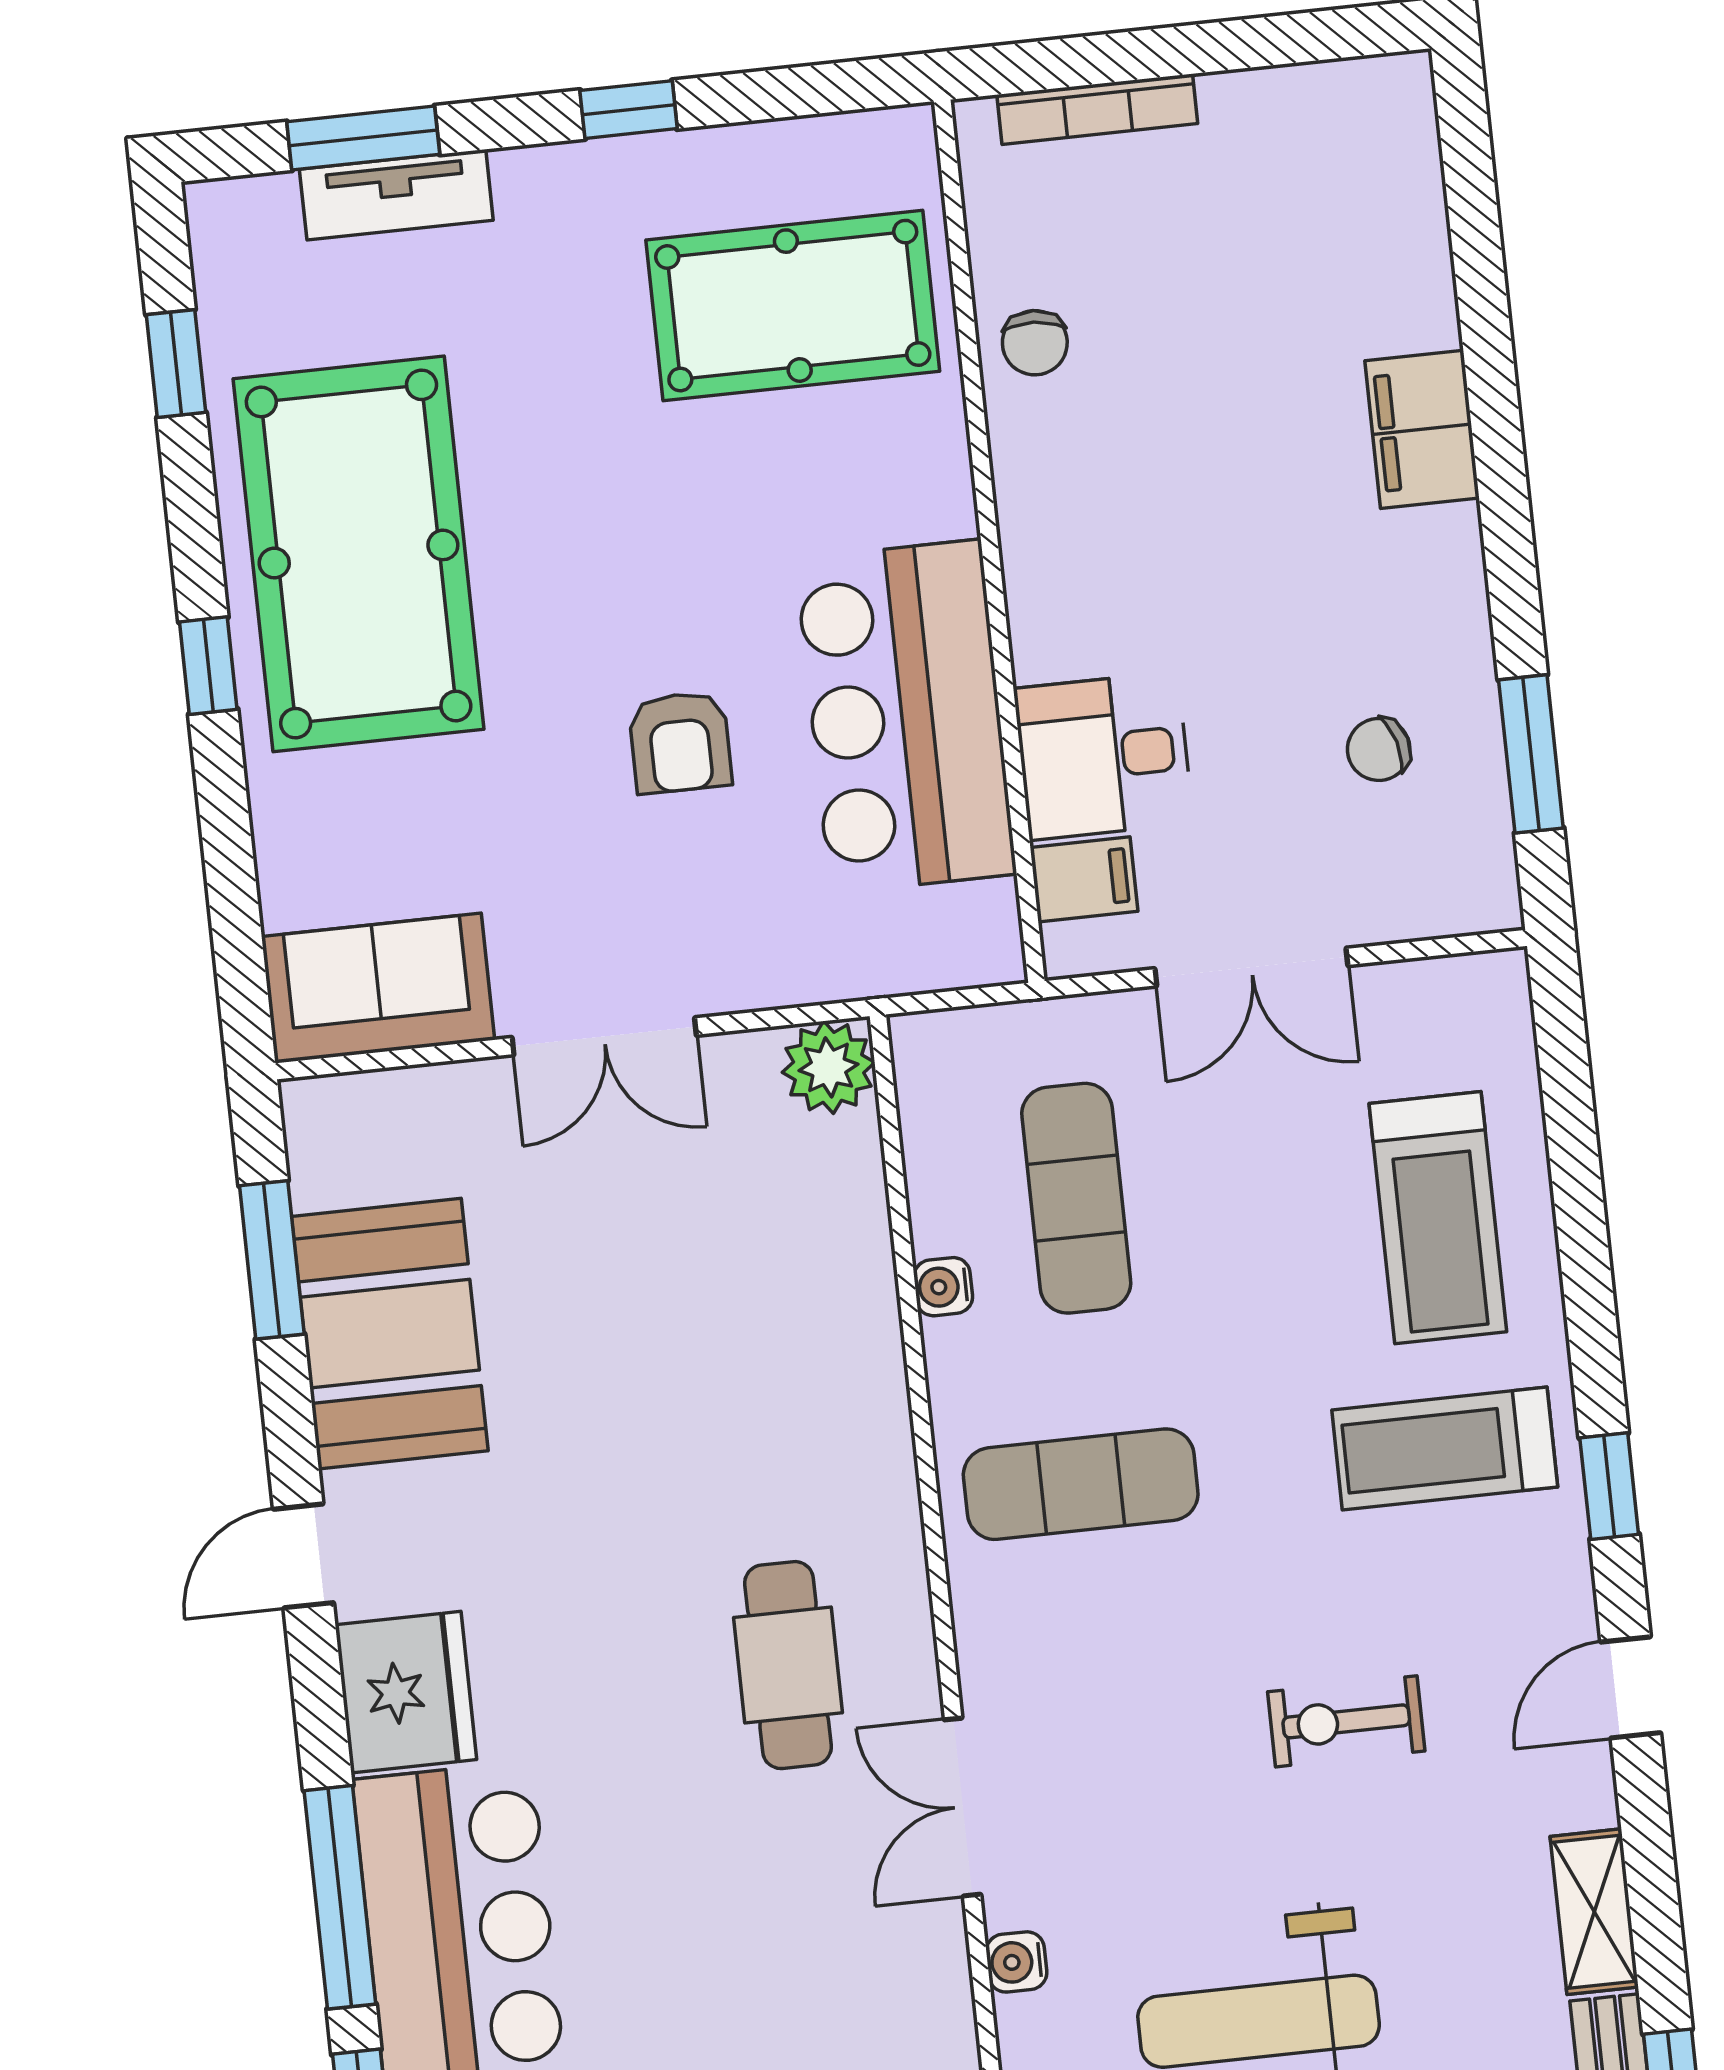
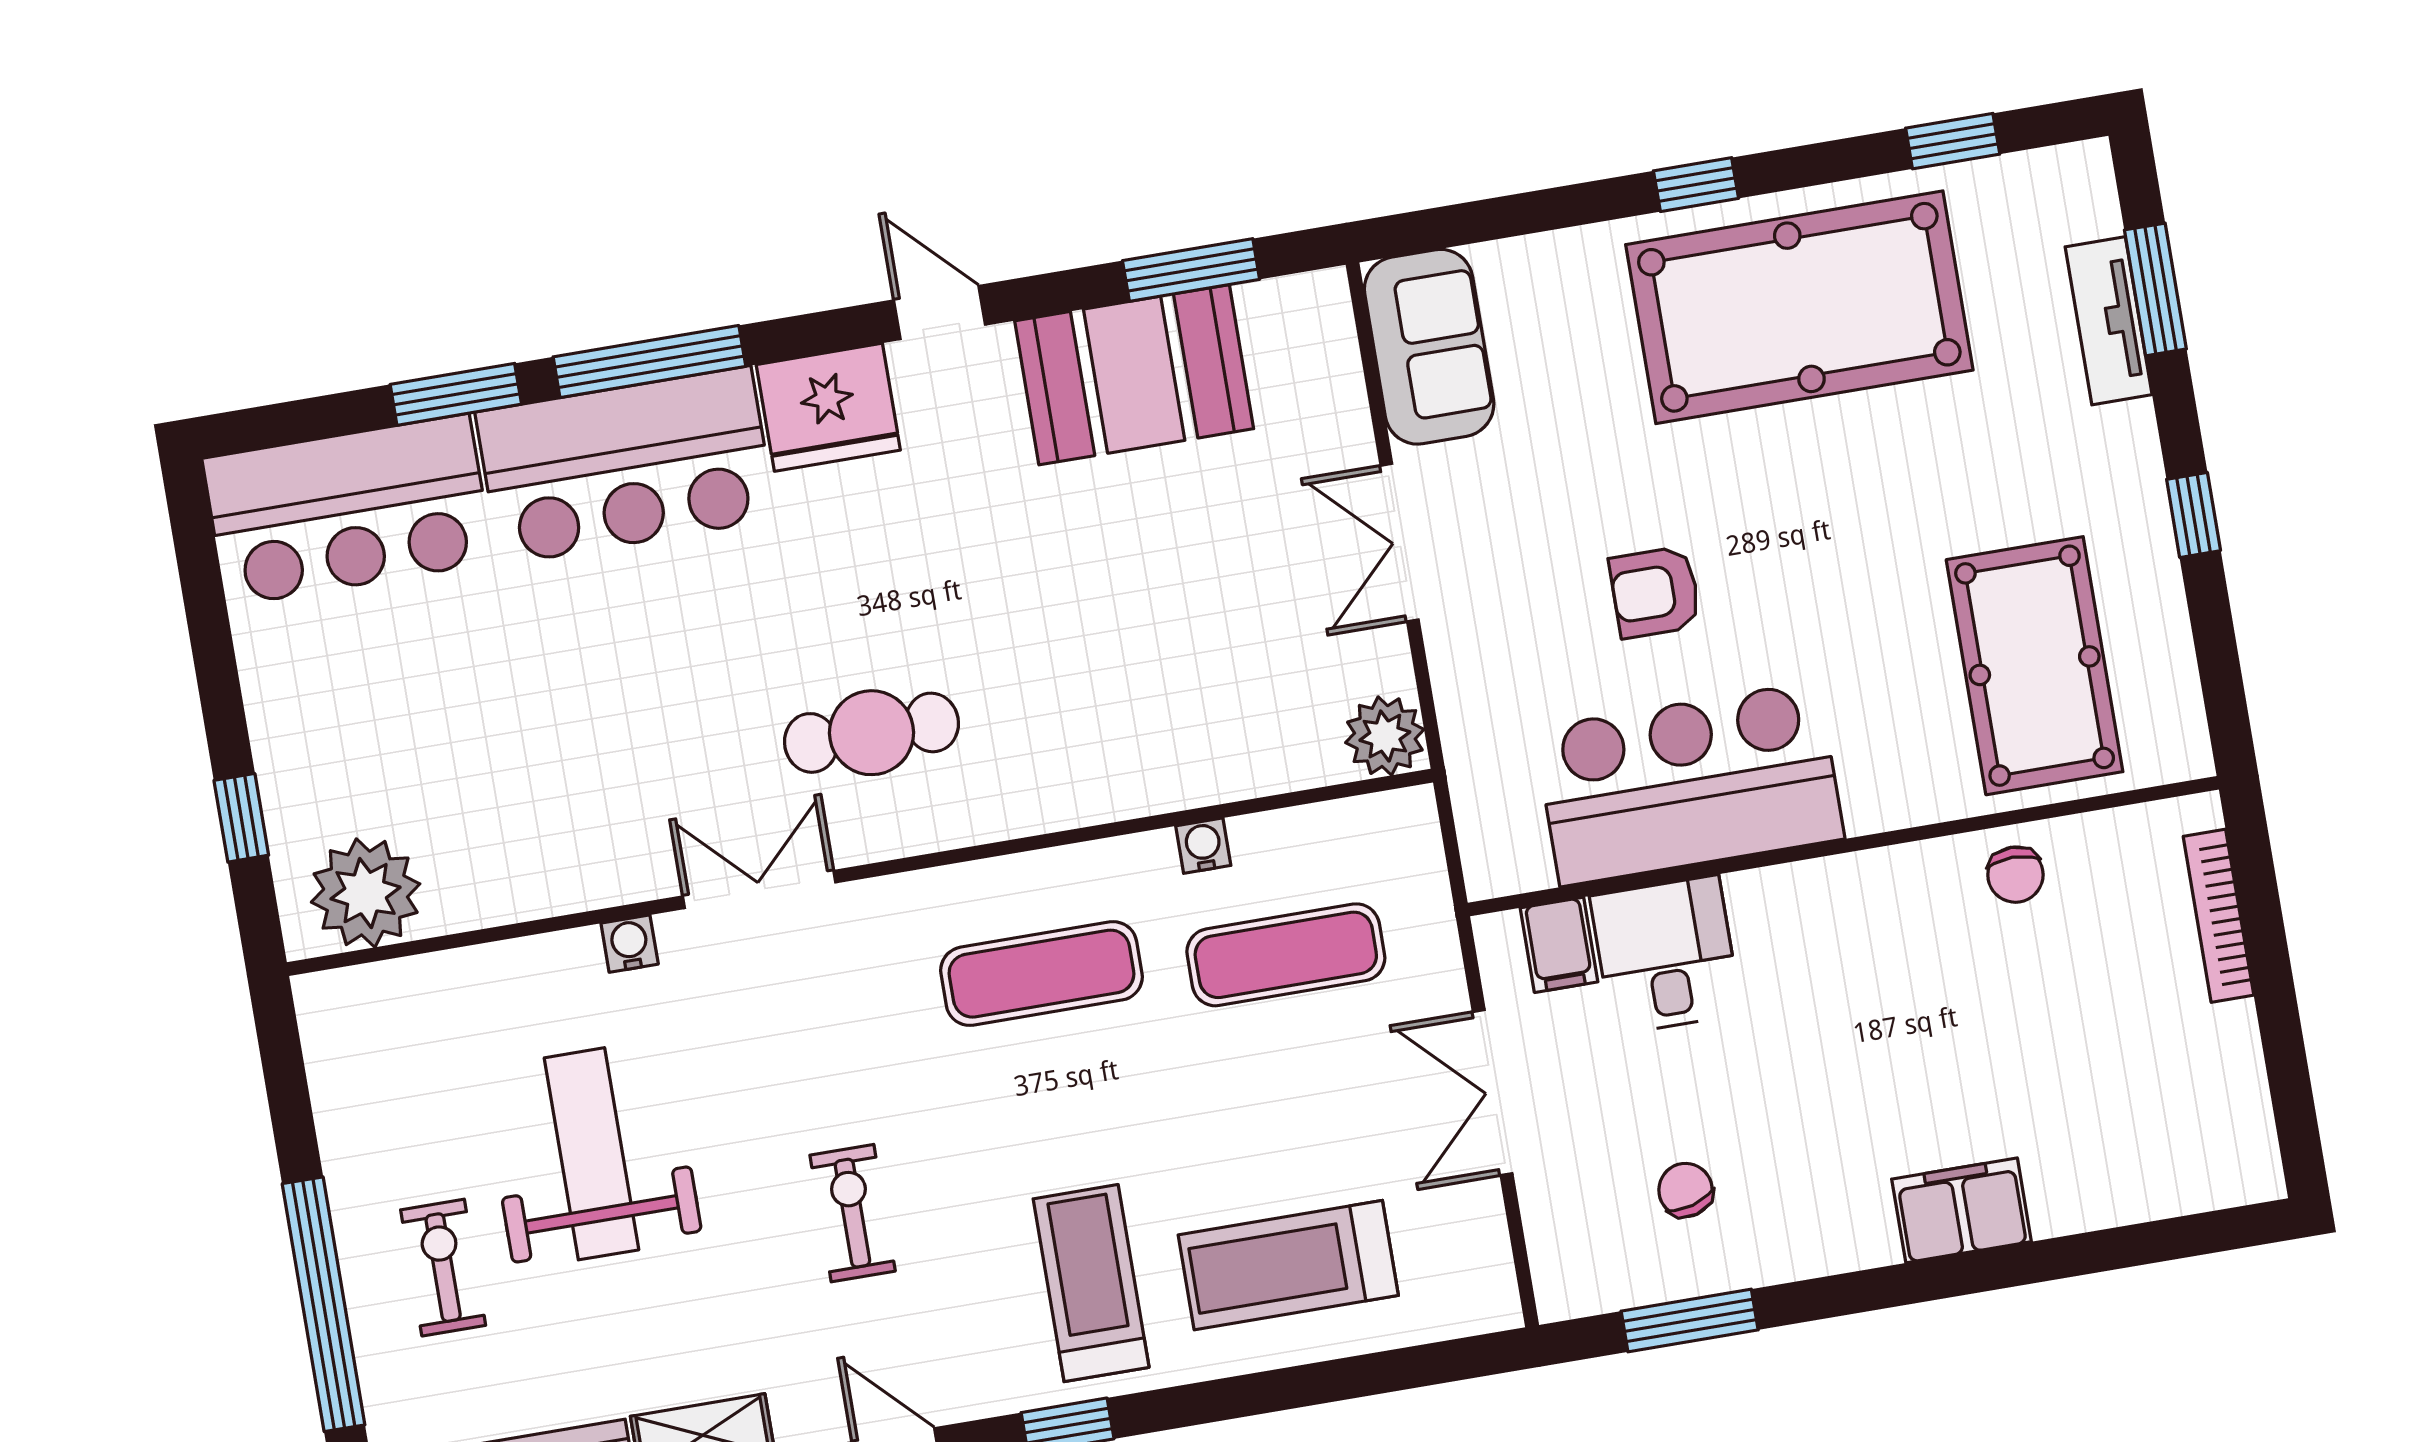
chair: (1035, 343) -> (2015, 875), turned -93
exercise mat: (1081, 1484) -> (1041, 974), turned 90

